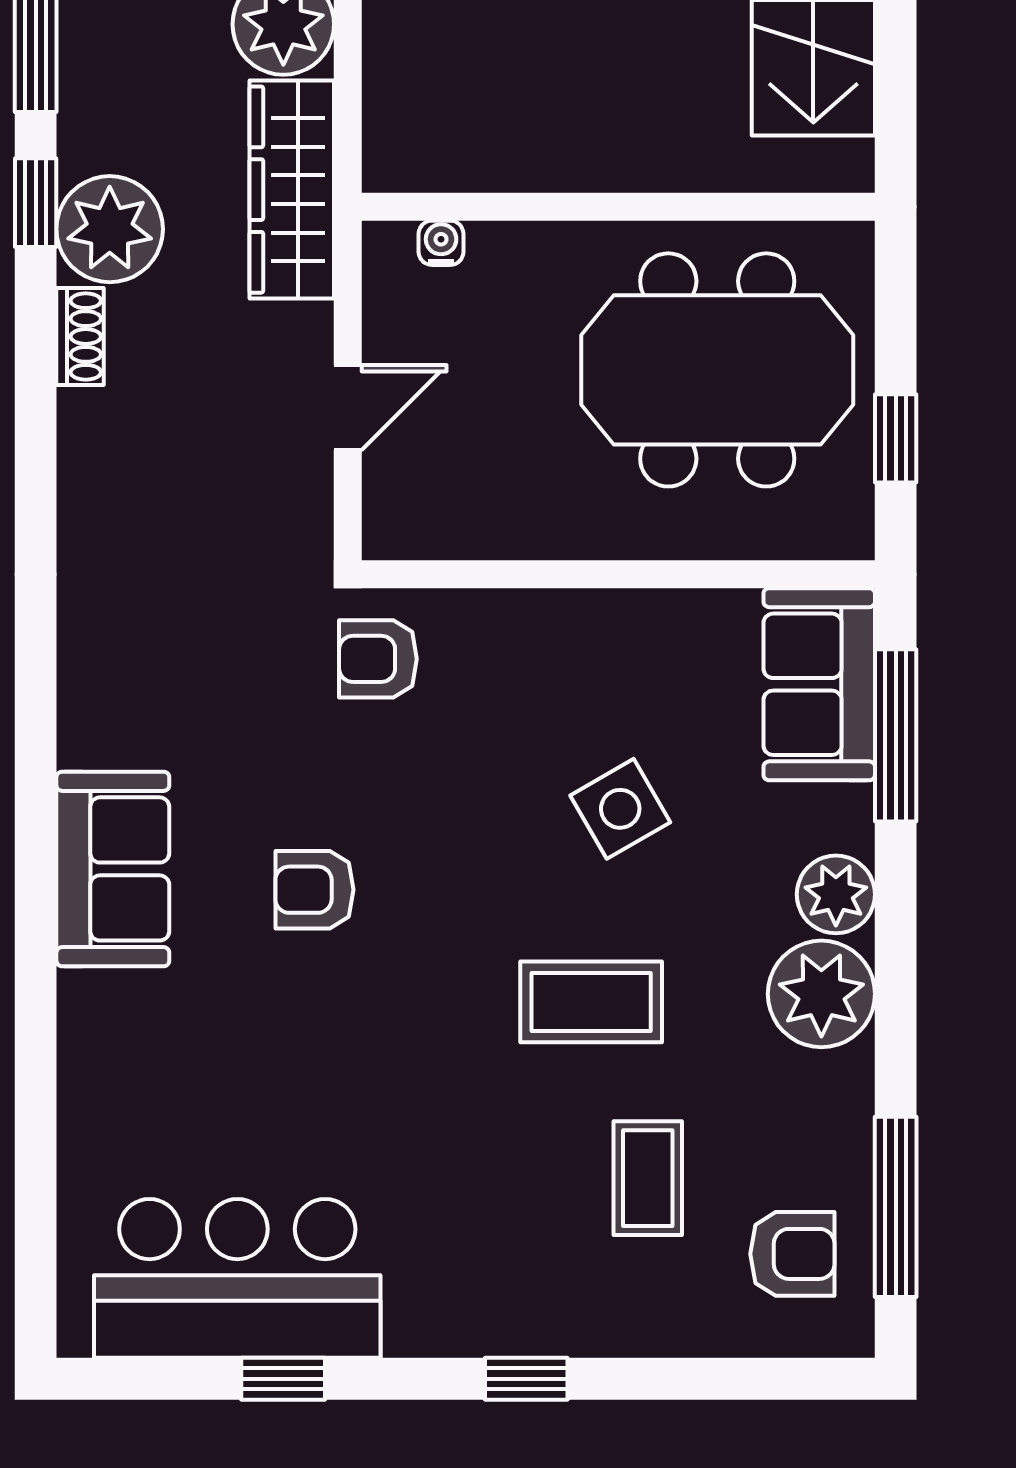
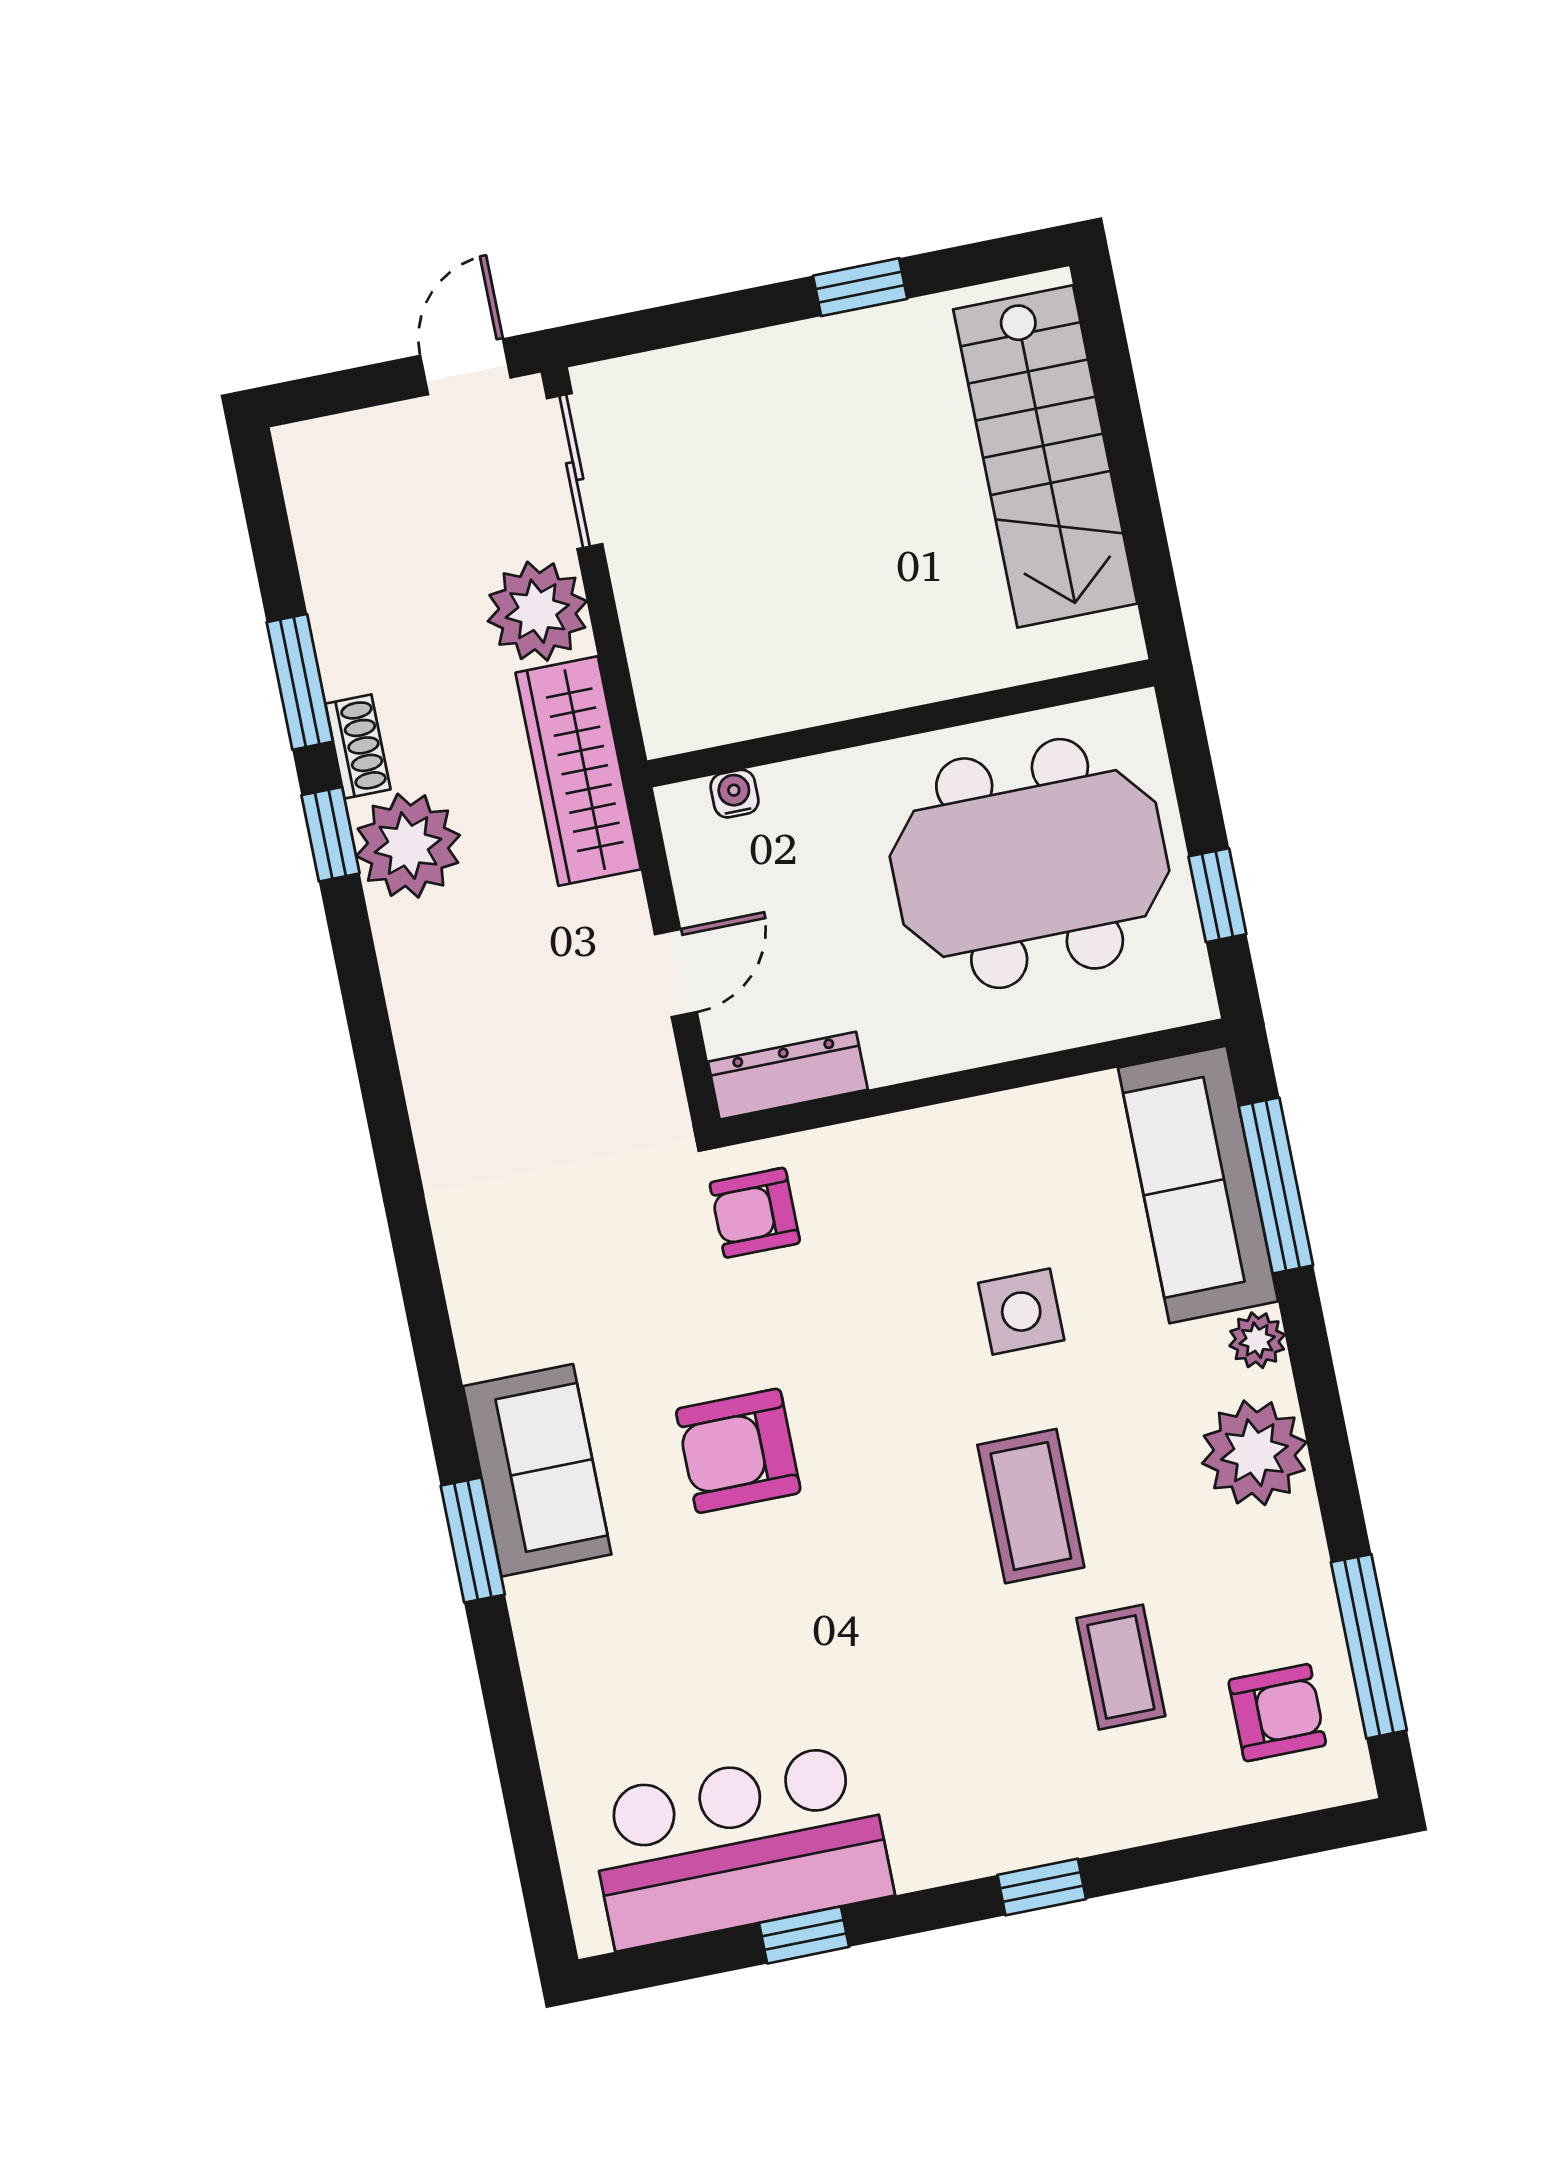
shoe rack: (80, 336) -> (358, 747), moved
dresser: (438, 531) -> (788, 1076), added
sofa: (819, 684) -> (1198, 1184), width x1.36
side table: (620, 809) -> (1021, 1312), turned 30
armchair: (314, 890) -> (738, 1451), width x1.38, depth x1.38
plant: (836, 894) -> (1257, 1340), width x0.73, depth x0.73
window: (36, 925) -> (473, 1540), added
coffee table: (591, 1002) -> (1031, 1506), turned 90

